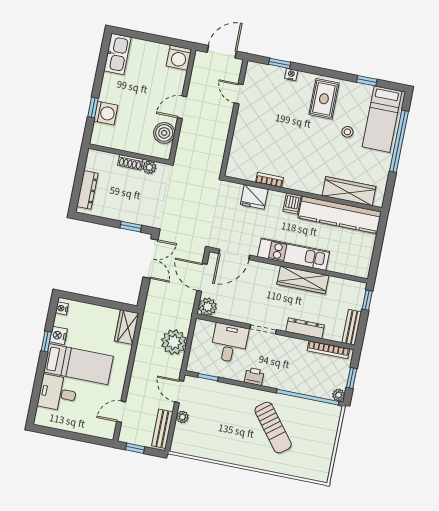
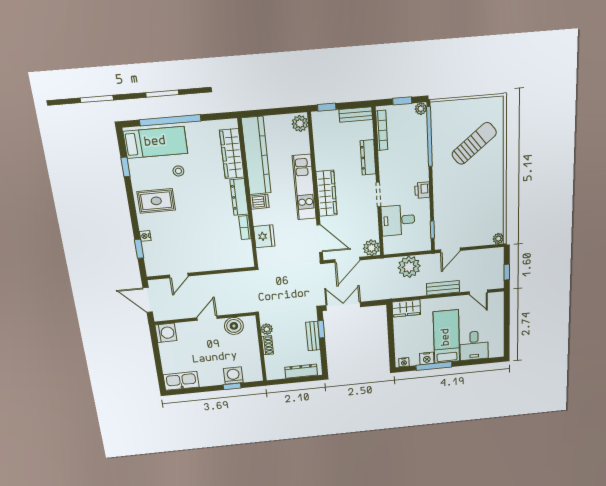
door: (182, 107) -> (207, 318), swing flipped
dresser: (303, 184) -> (239, 197), added
bench: (126, 215) -> (313, 336), added
plant: (359, 269) -> (300, 123), added
wardrobe: (303, 280) -> (327, 193), moved
window: (46, 341) -> (434, 366), width x2.17
plant: (182, 417) -> (498, 239), moved
sun lounger: (273, 427) -> (474, 143), moved
bench: (162, 429) -> (443, 288), moved

